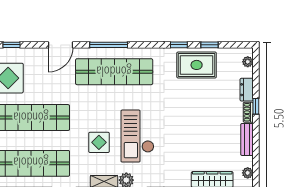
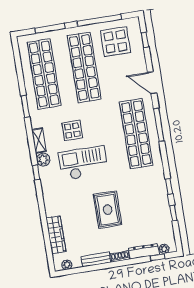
rug: (197, 65) -> (108, 210), moved
dresser: (247, 90) -> (144, 251), width x1.44
window: (256, 106) -> (158, 257), moved

